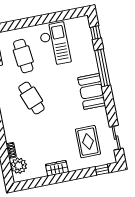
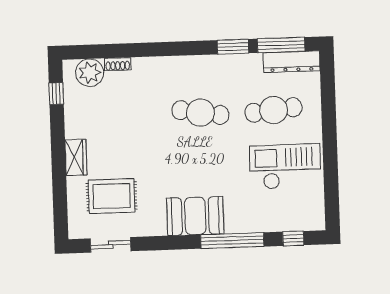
checkout: (55, 44) -> (285, 167), turned 180
cafe table: (31, 98) -> (200, 113), turned 30
wardrobe: (57, 168) -> (76, 157), moved
window: (102, 170) -> (56, 94), moved

